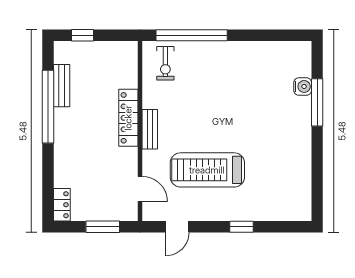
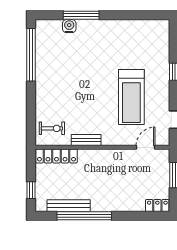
window: (192, 35) -> (31, 55), moved
bench: (62, 86) -> (69, 206), width x1.36
locker: (128, 118) -> (56, 156), moved
bench: (150, 129) -> (86, 140), moved

